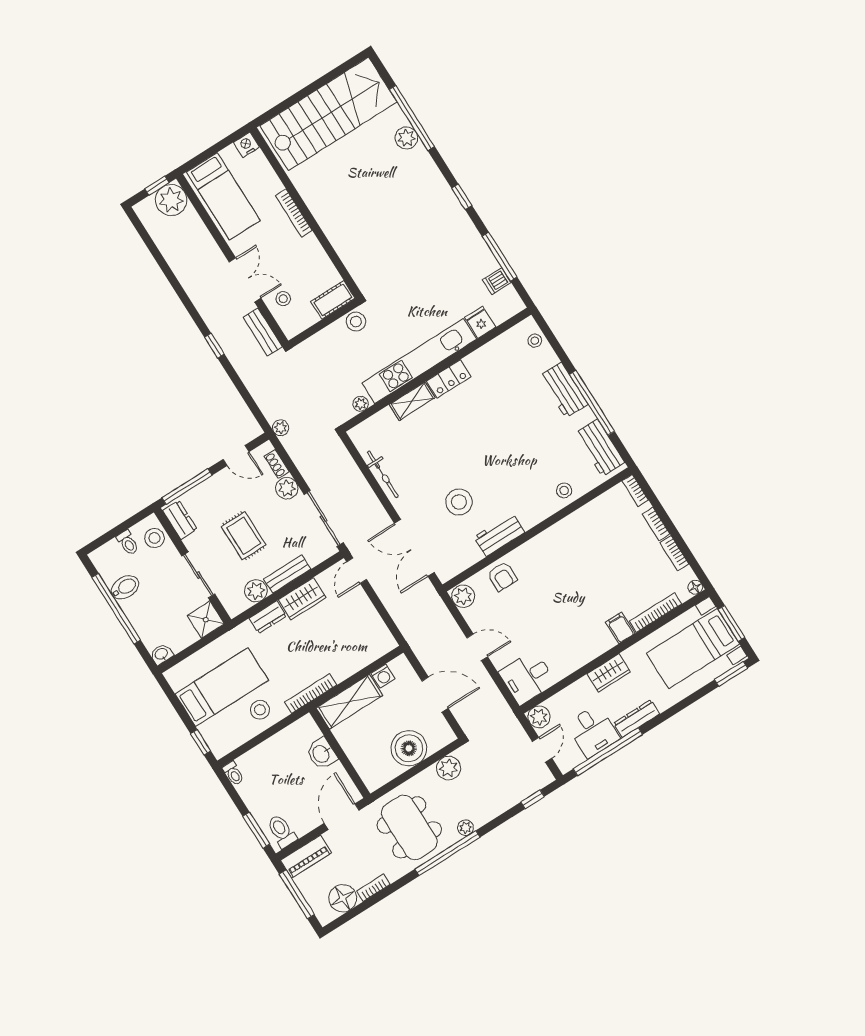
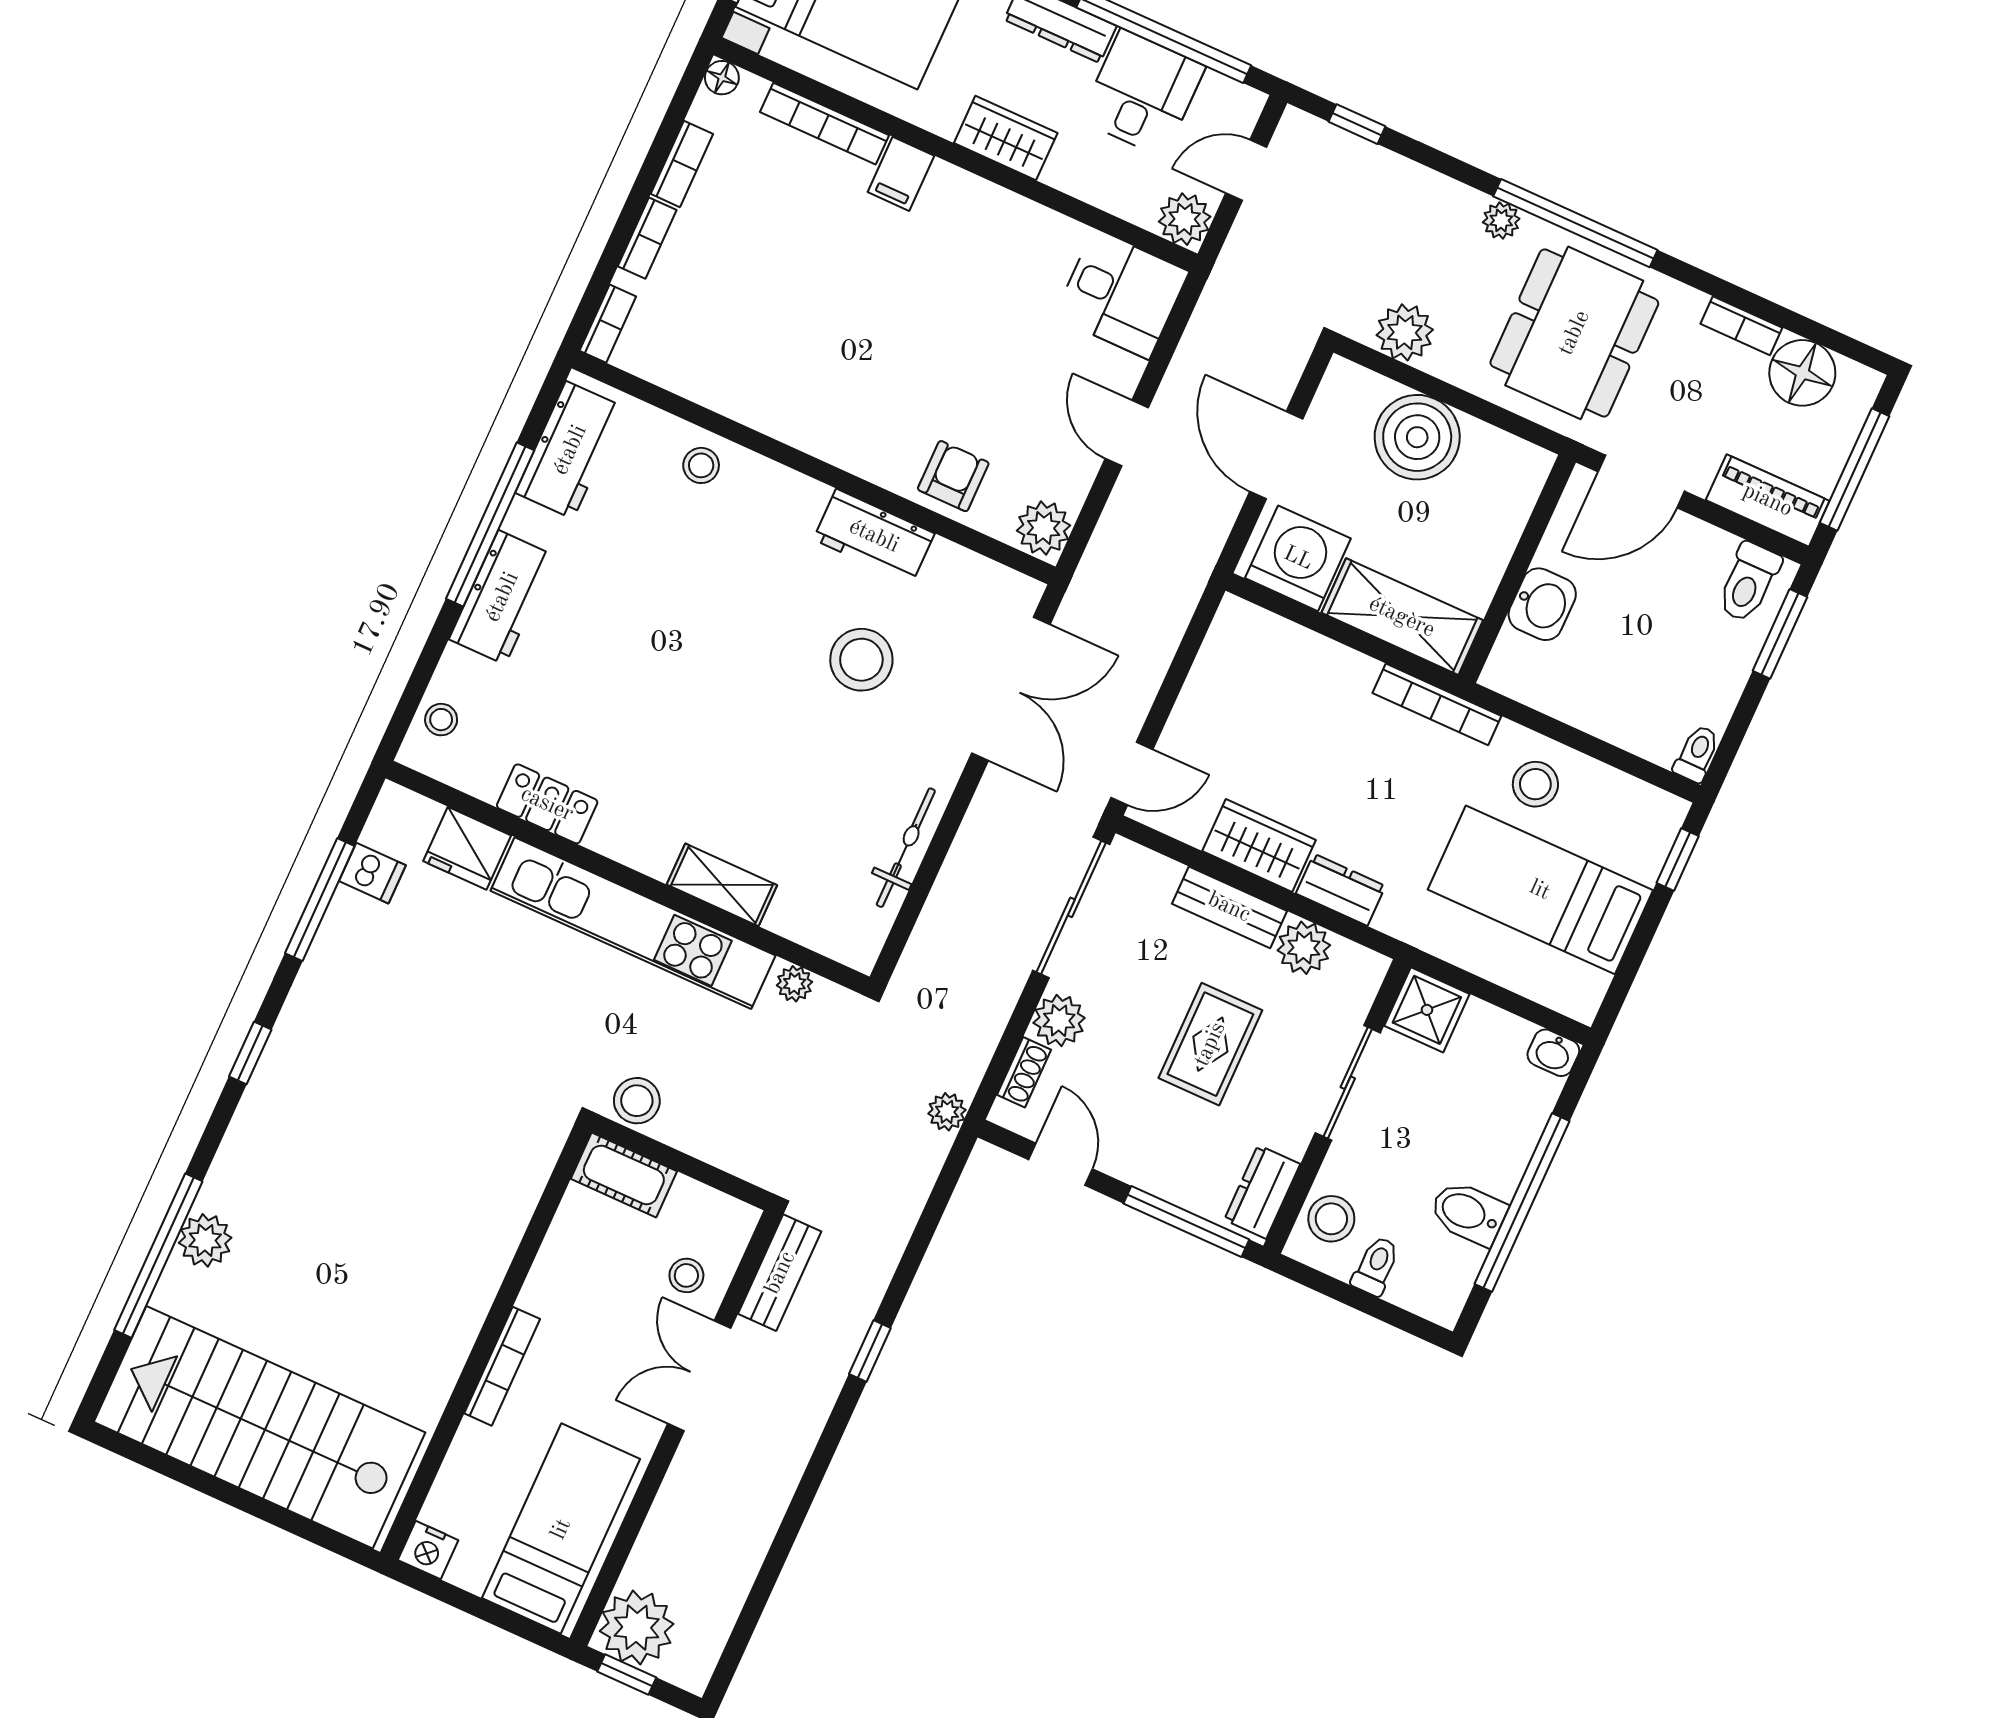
fridge: (480, 322) -> (467, 848), width x1.38
locker: (449, 379) -> (547, 804), moved
washing machine: (383, 676) -> (1298, 558), width x1.89, depth x1.89

